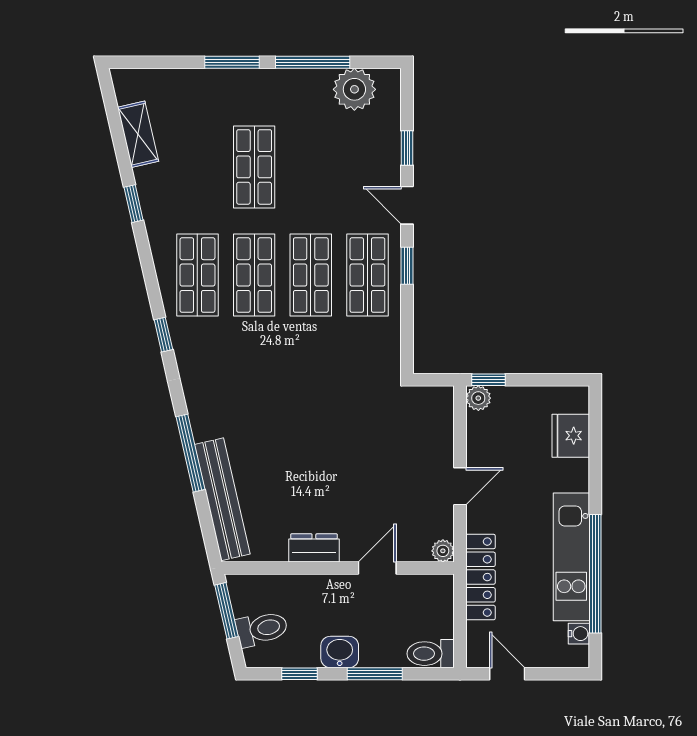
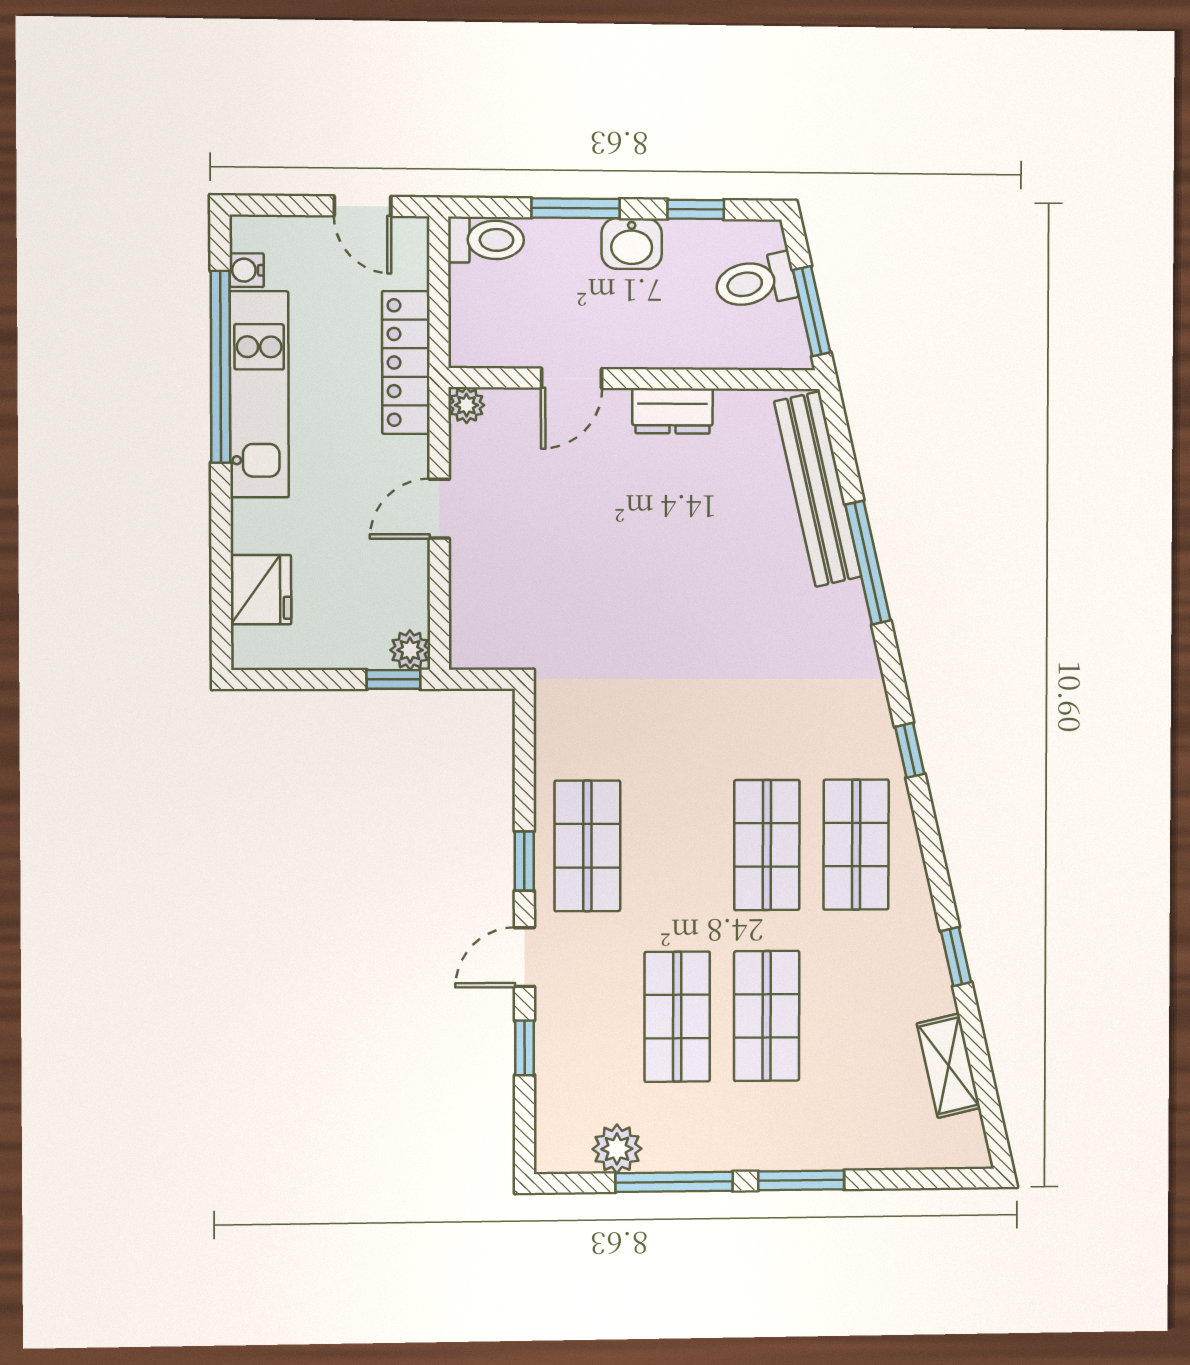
plant: (354, 89) -> (617, 1149), width x0.73, depth x0.73
door: (407, 205) -> (524, 957), swing flipped
shop shelf: (311, 275) -> (677, 1017), moved

